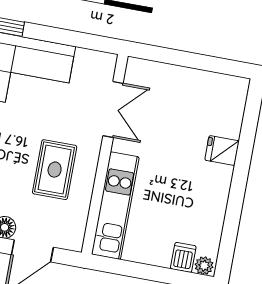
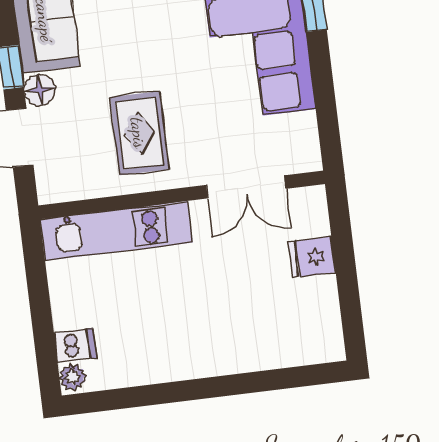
fridge: (222, 150) -> (312, 257), moved, turned -90
rug: (55, 170) -> (139, 133), turned 90

